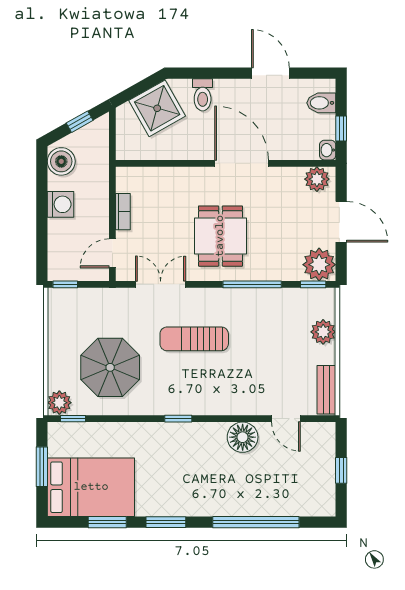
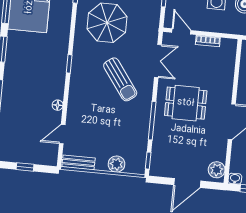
plant: (319, 265) -> (161, 166), removed
sun lounger: (194, 339) -> (120, 79), turned 144
floor lamp: (243, 437) -> (58, 105), width x0.53, depth x0.53

